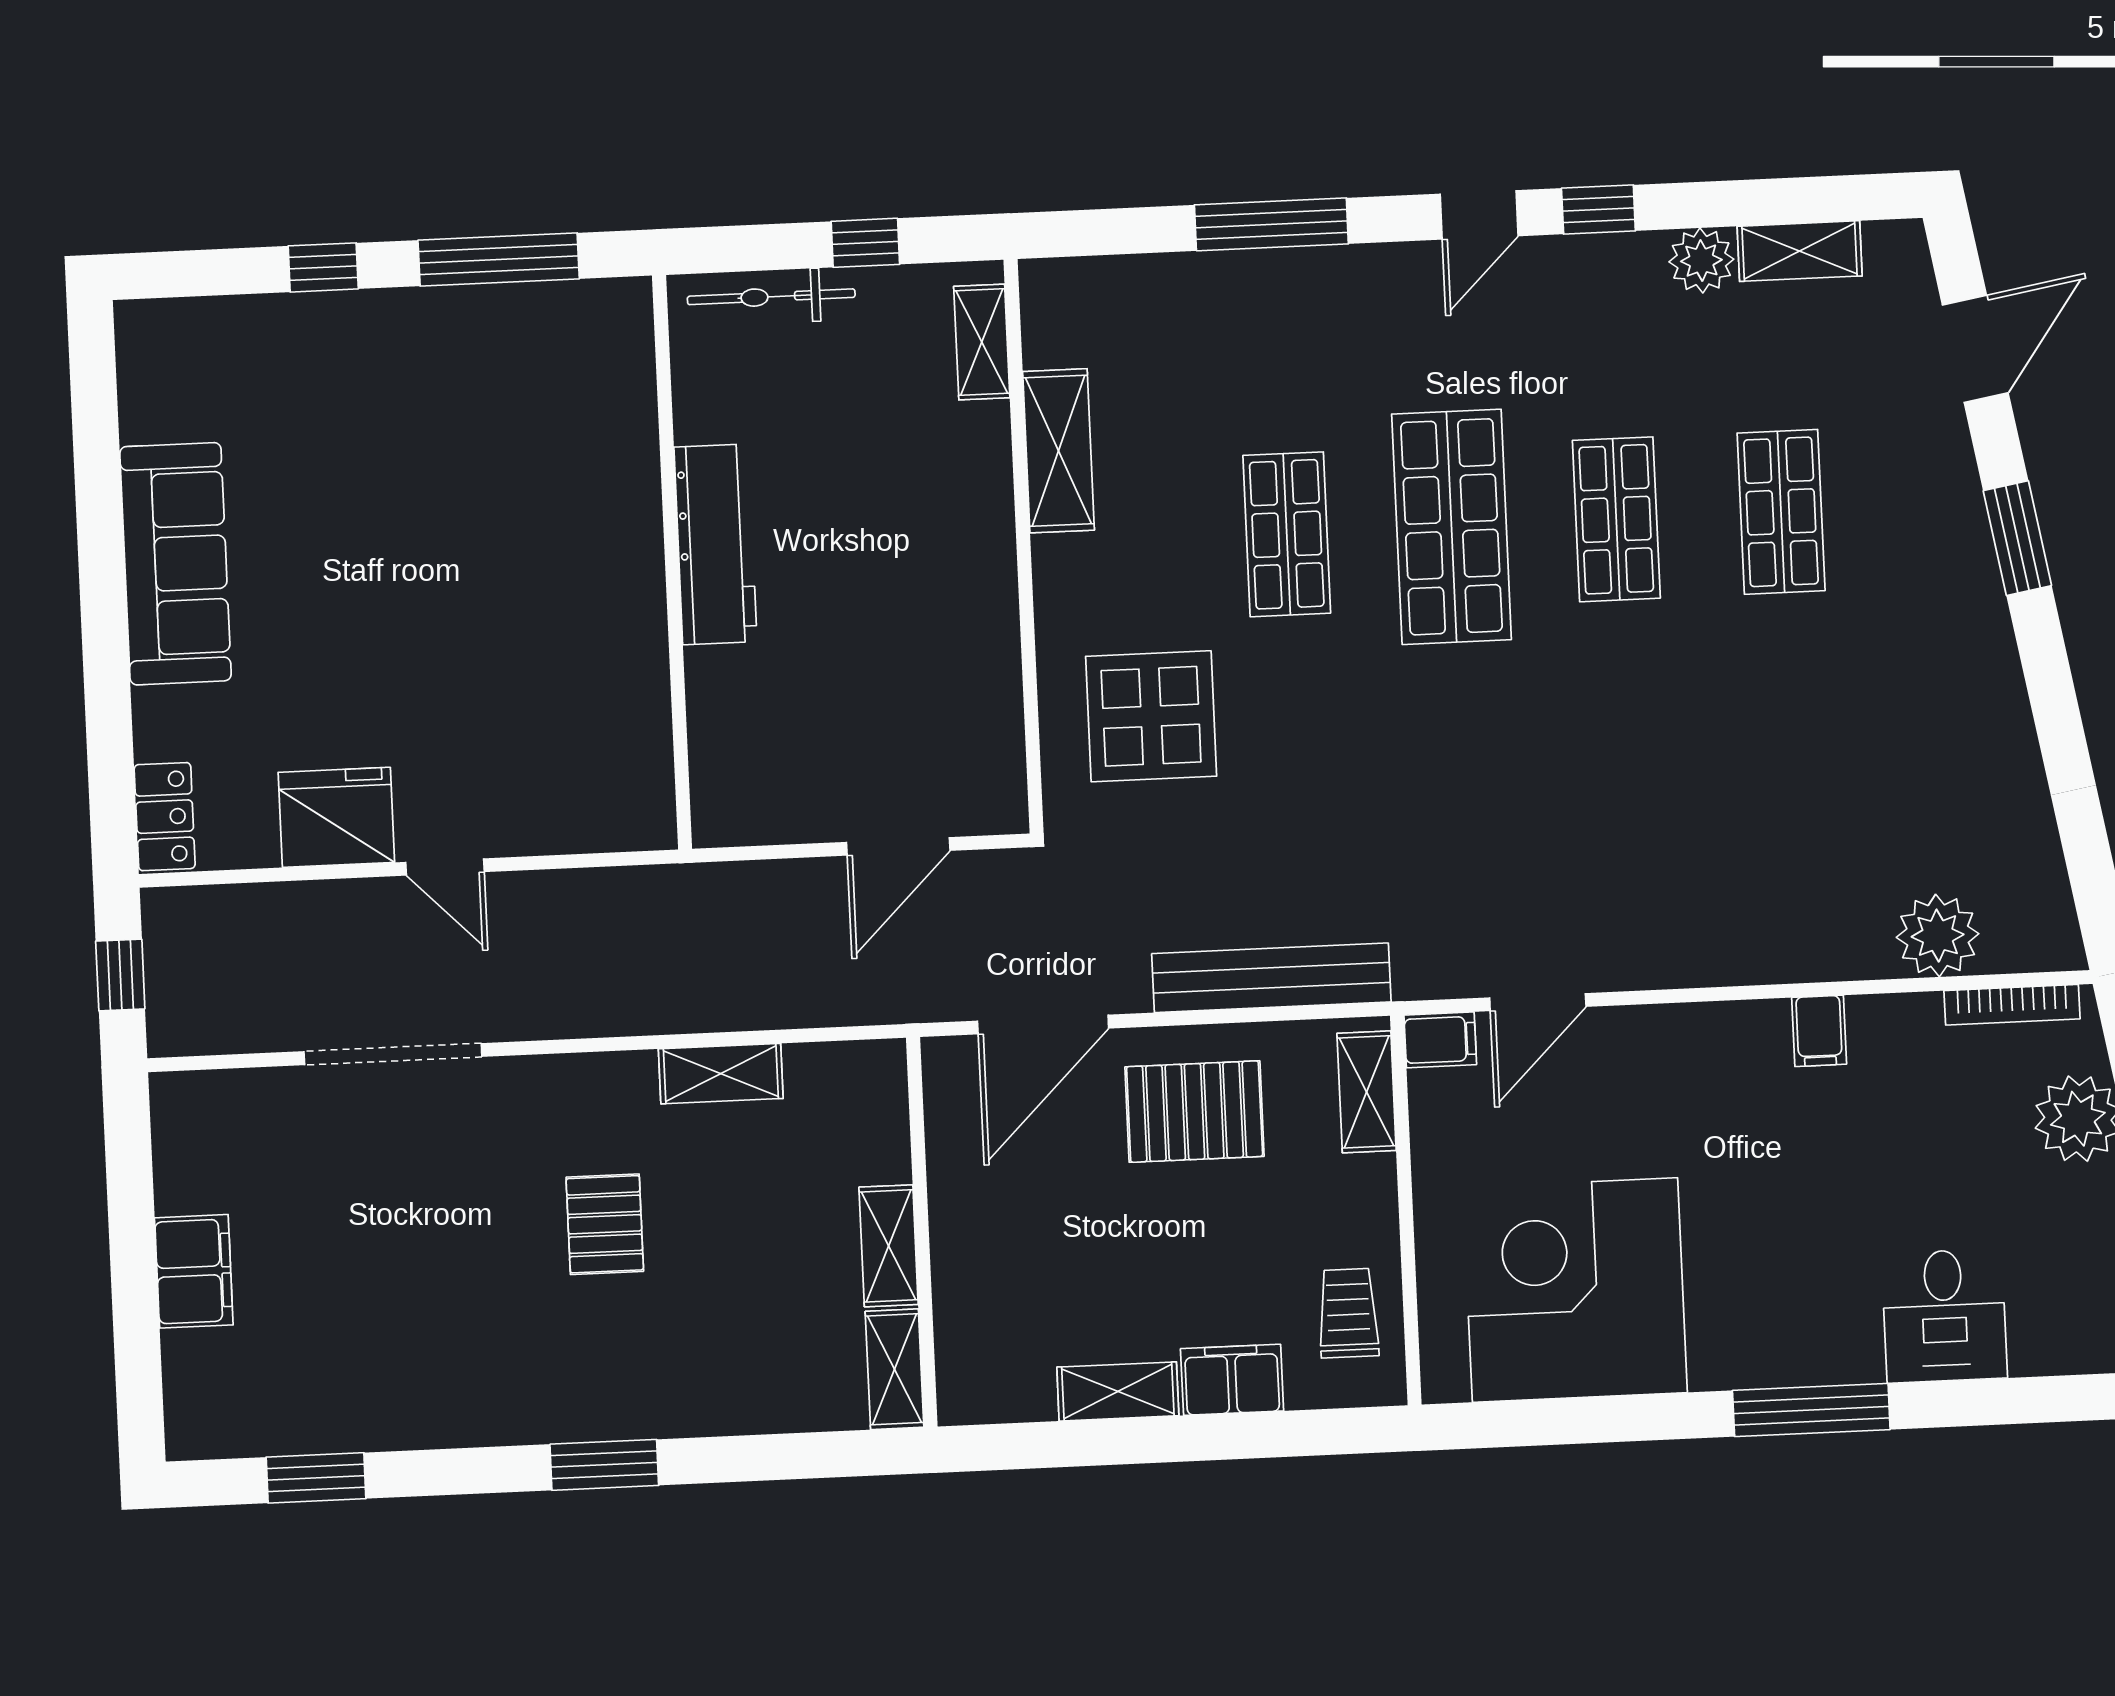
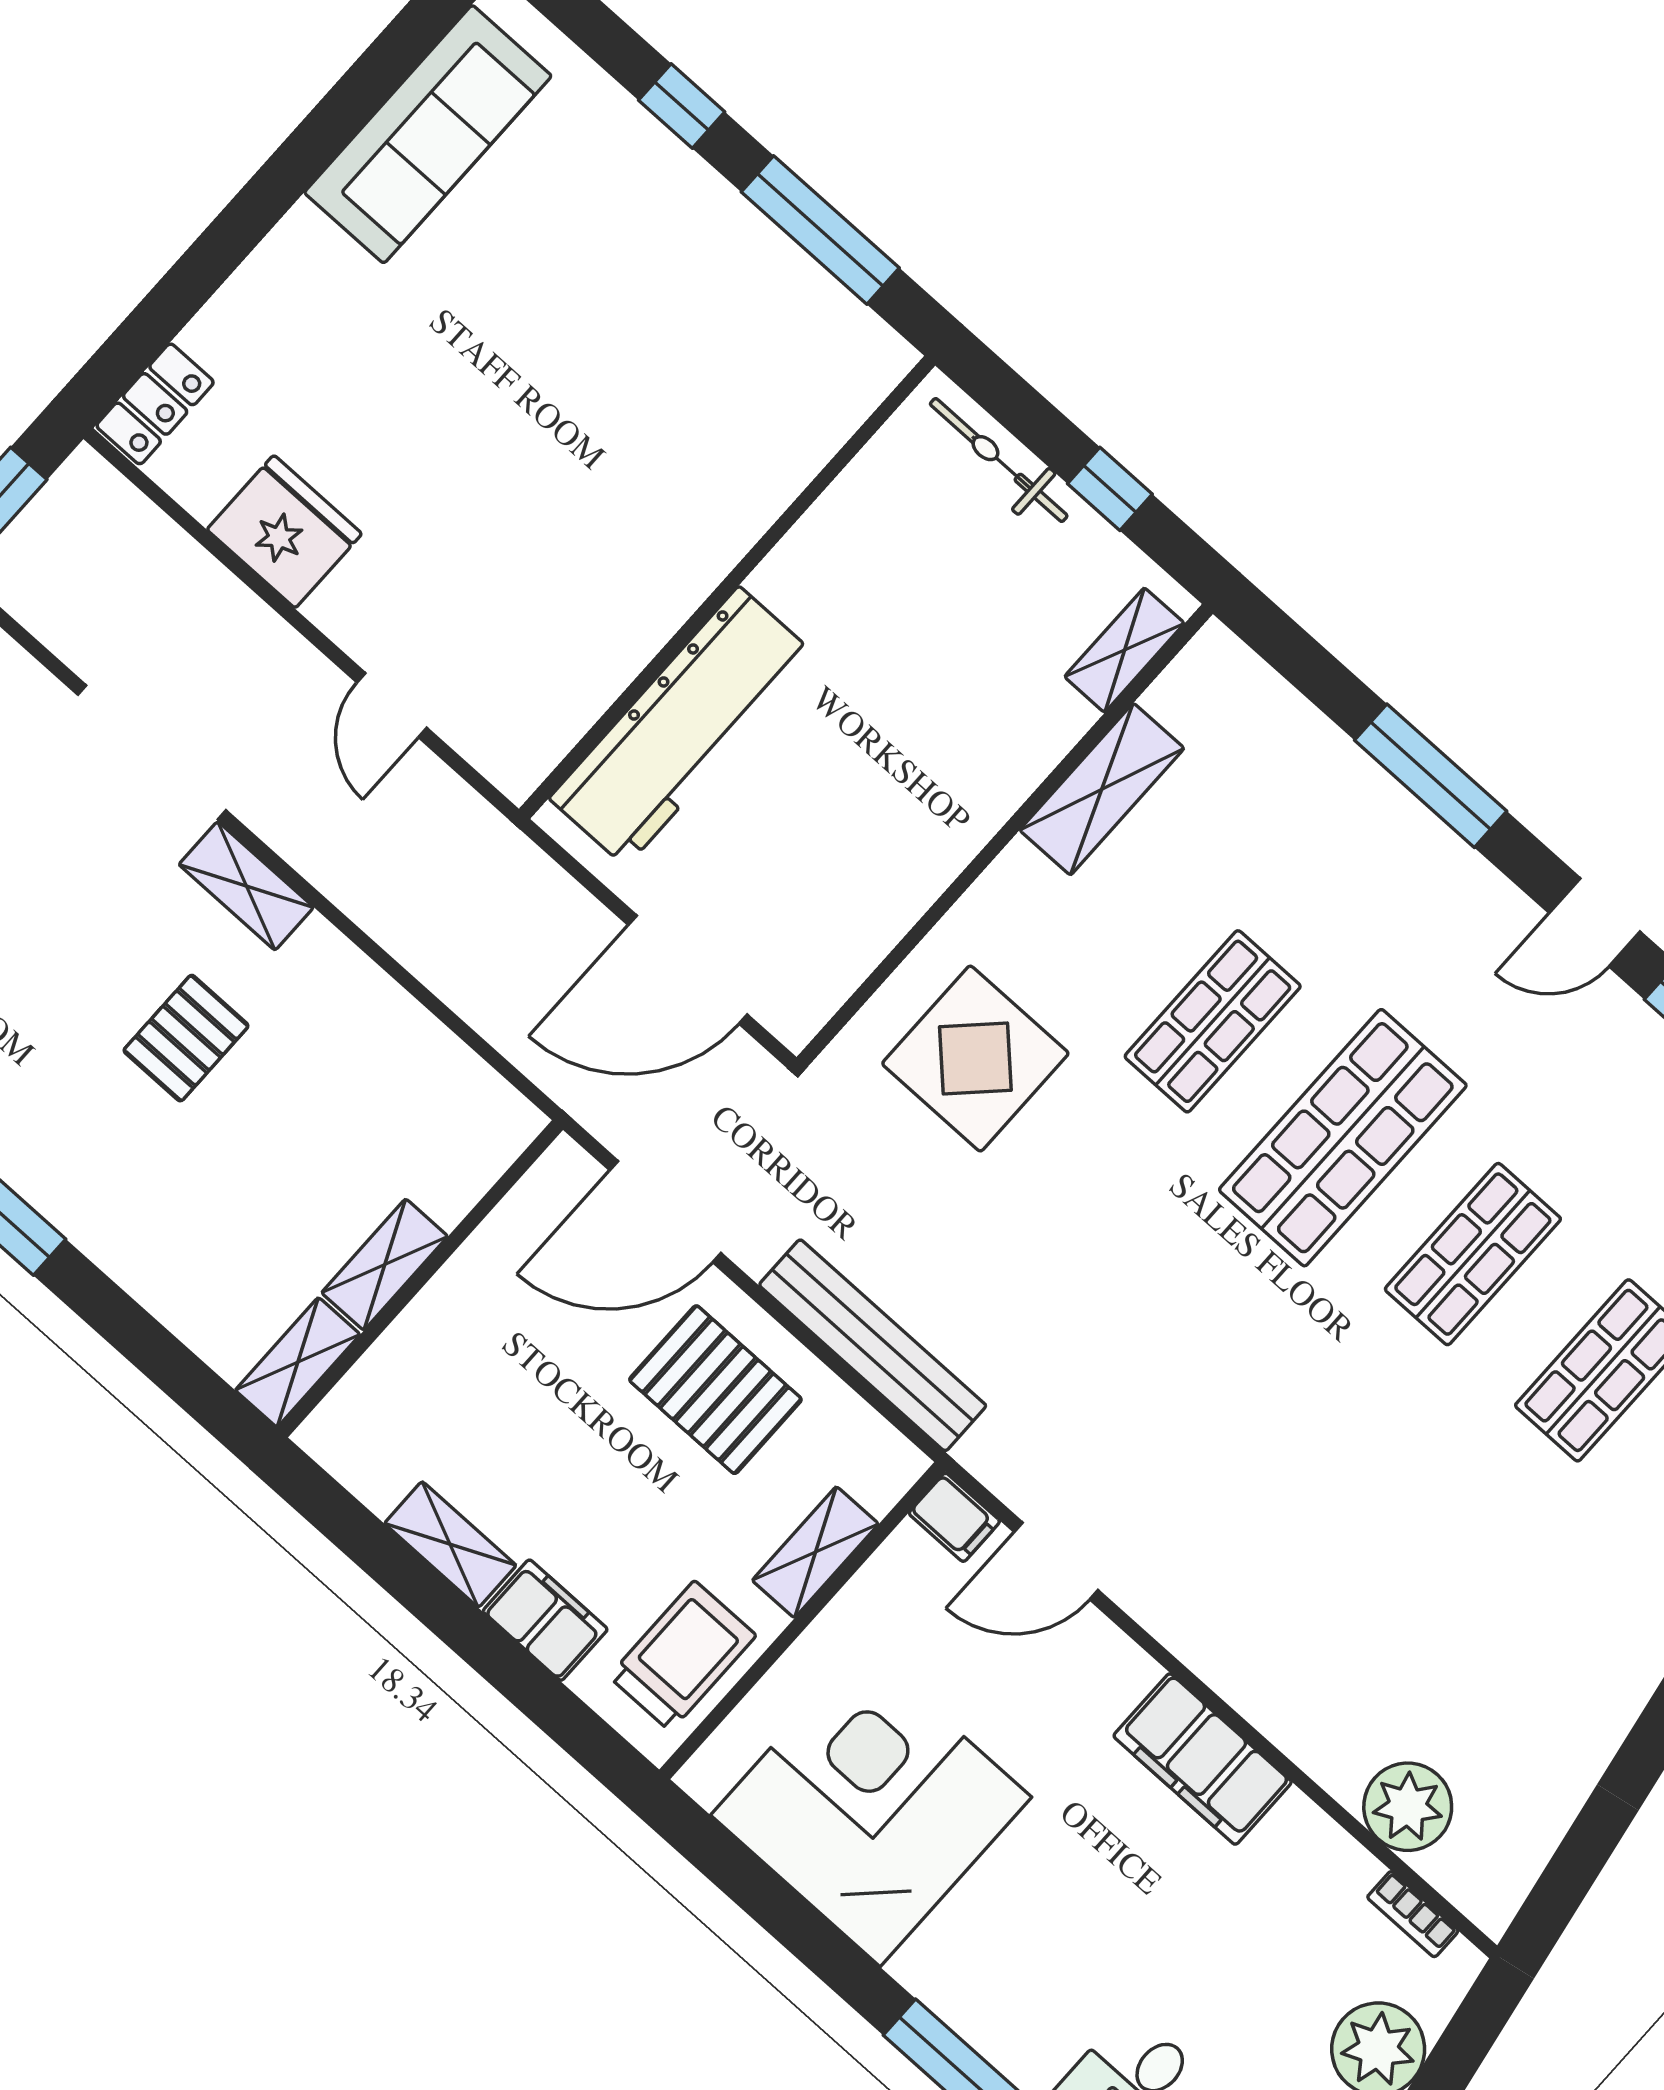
workbench: (715, 544) -> (682, 727), moved, width x1.36, depth x1.32
sofa: (176, 564) -> (428, 134), moved
door: (898, 846) -> (688, 970), width x1.36
door: (445, 867) -> (392, 705), moved
bookcase: (2012, 1005) -> (1413, 1914), width x0.64
filing cabinet: (1819, 1031) -> (1203, 1759), width x3.00, depth x1.17
shelving: (721, 1074) -> (246, 886), moved
shelving: (1367, 1092) -> (815, 1552), moved
trolley: (1348, 1313) -> (682, 1656), width x1.36, depth x1.39

